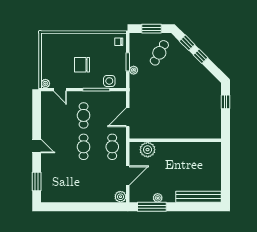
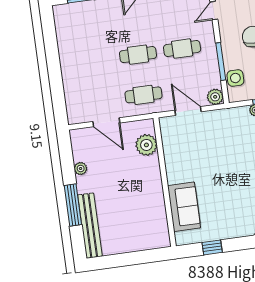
window: (225, 102) -> (212, 247), moved
sofa: (194, 129) -> (184, 207), added
plant: (120, 197) -> (215, 97), moved
window: (152, 207) -> (73, 205), moved

